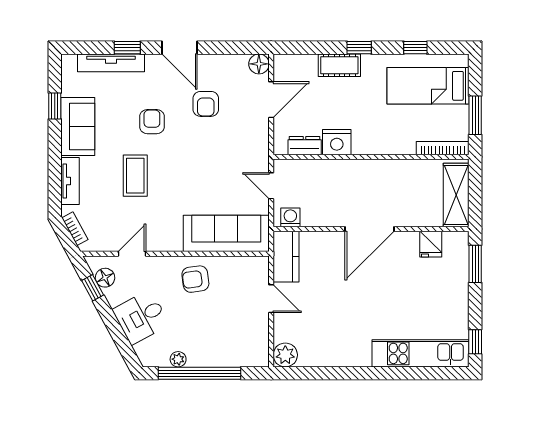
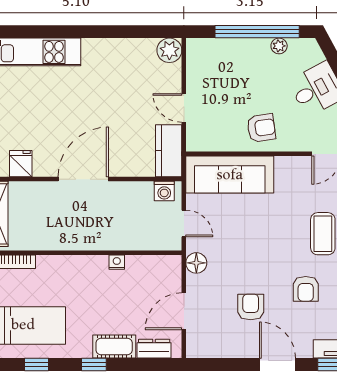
floor lamp: (259, 64) -> (196, 263), moved
nightstand: (337, 142) -> (117, 262), width x0.53, depth x0.56
dresser: (305, 146) -> (154, 349), moved, turned 180

